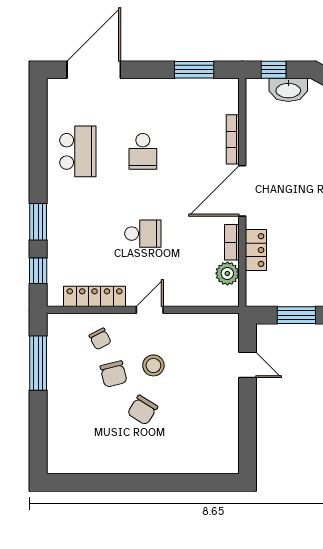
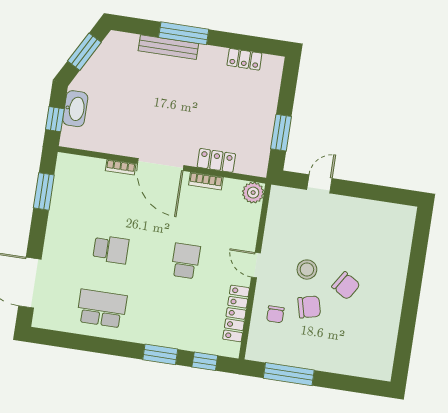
bookcase: (233, 139) -> (121, 167), width x0.64
plant: (227, 273) -> (253, 193), moved
chair: (100, 339) -> (275, 314), turned 117

